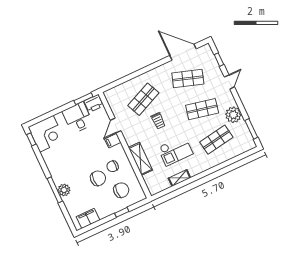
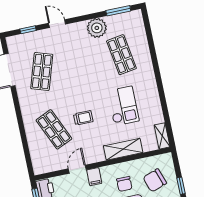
shop shelf: (202, 109) -> (82, 63), removed
door: (116, 125) -> (77, 169), swing flipped
shelving: (179, 178) -> (162, 136), moved
chair: (121, 190) -> (155, 180), turned -109

